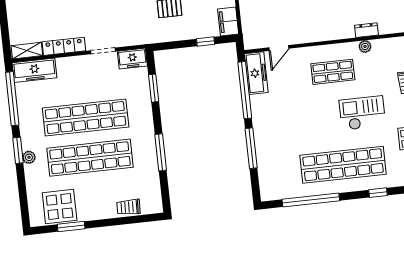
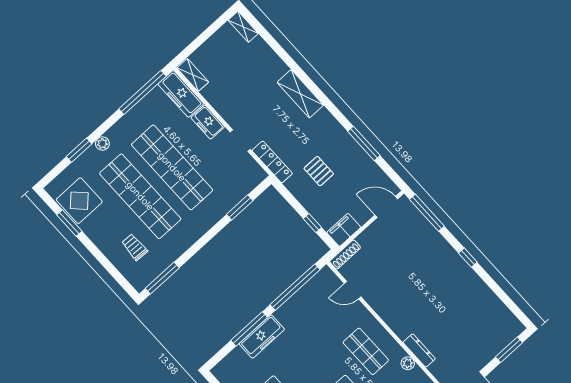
dresser: (366, 30) -> (419, 350), width x1.44
shoe rack: (248, 34) -> (345, 255), added
locker: (64, 46) -> (272, 162), moved
freezer: (132, 59) -> (208, 122), moved
freezer: (256, 73) -> (262, 337), moved
window: (18, 150) -> (79, 150), moved
window: (161, 152) -> (162, 278), moved
trolley: (128, 207) -> (135, 247), moved

